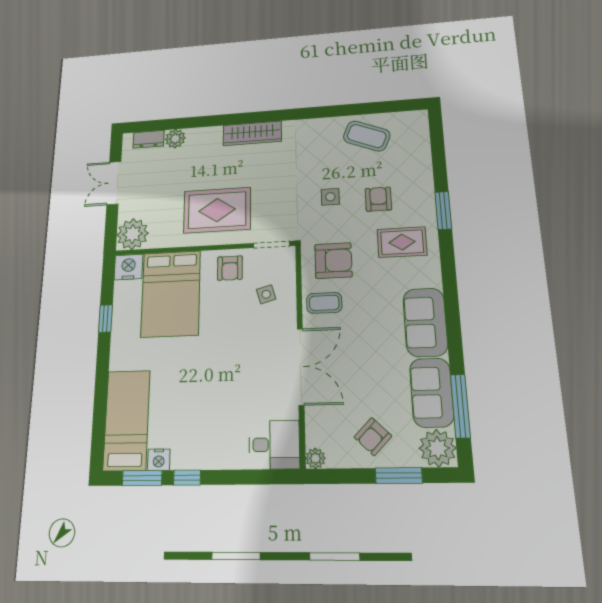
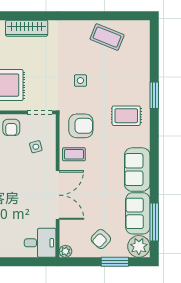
armchair: (378, 199) -> (113, 84), removed

